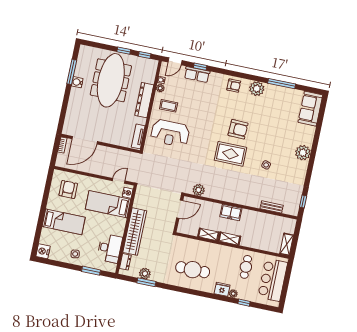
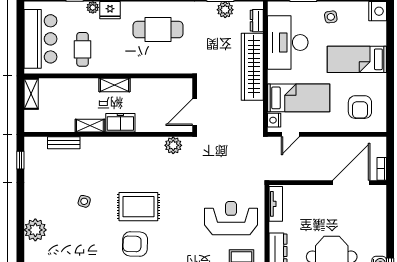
shelving: (209, 234) -> (90, 126), moved
desk: (110, 248) -> (288, 42), width x1.36, depth x1.30

